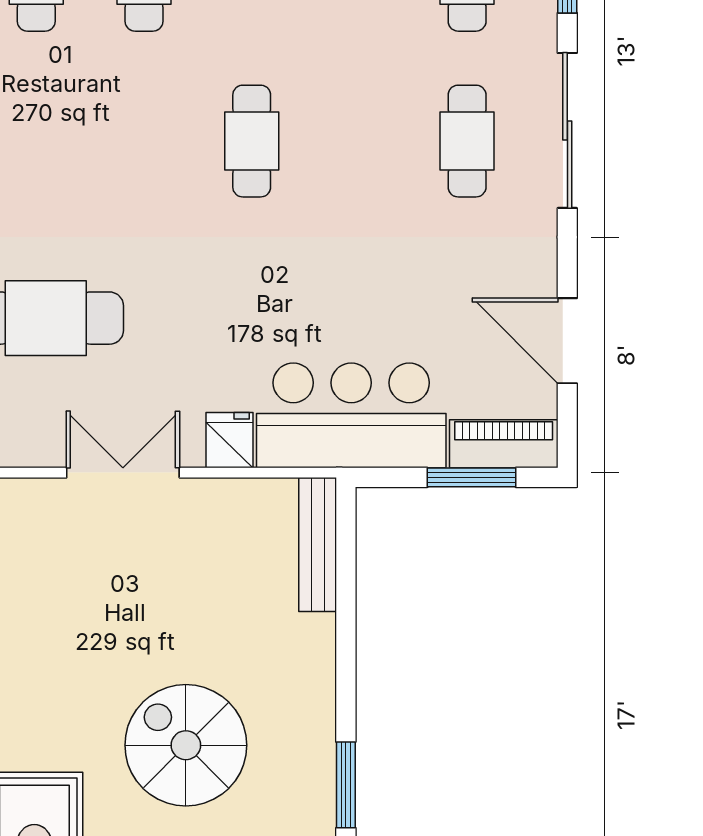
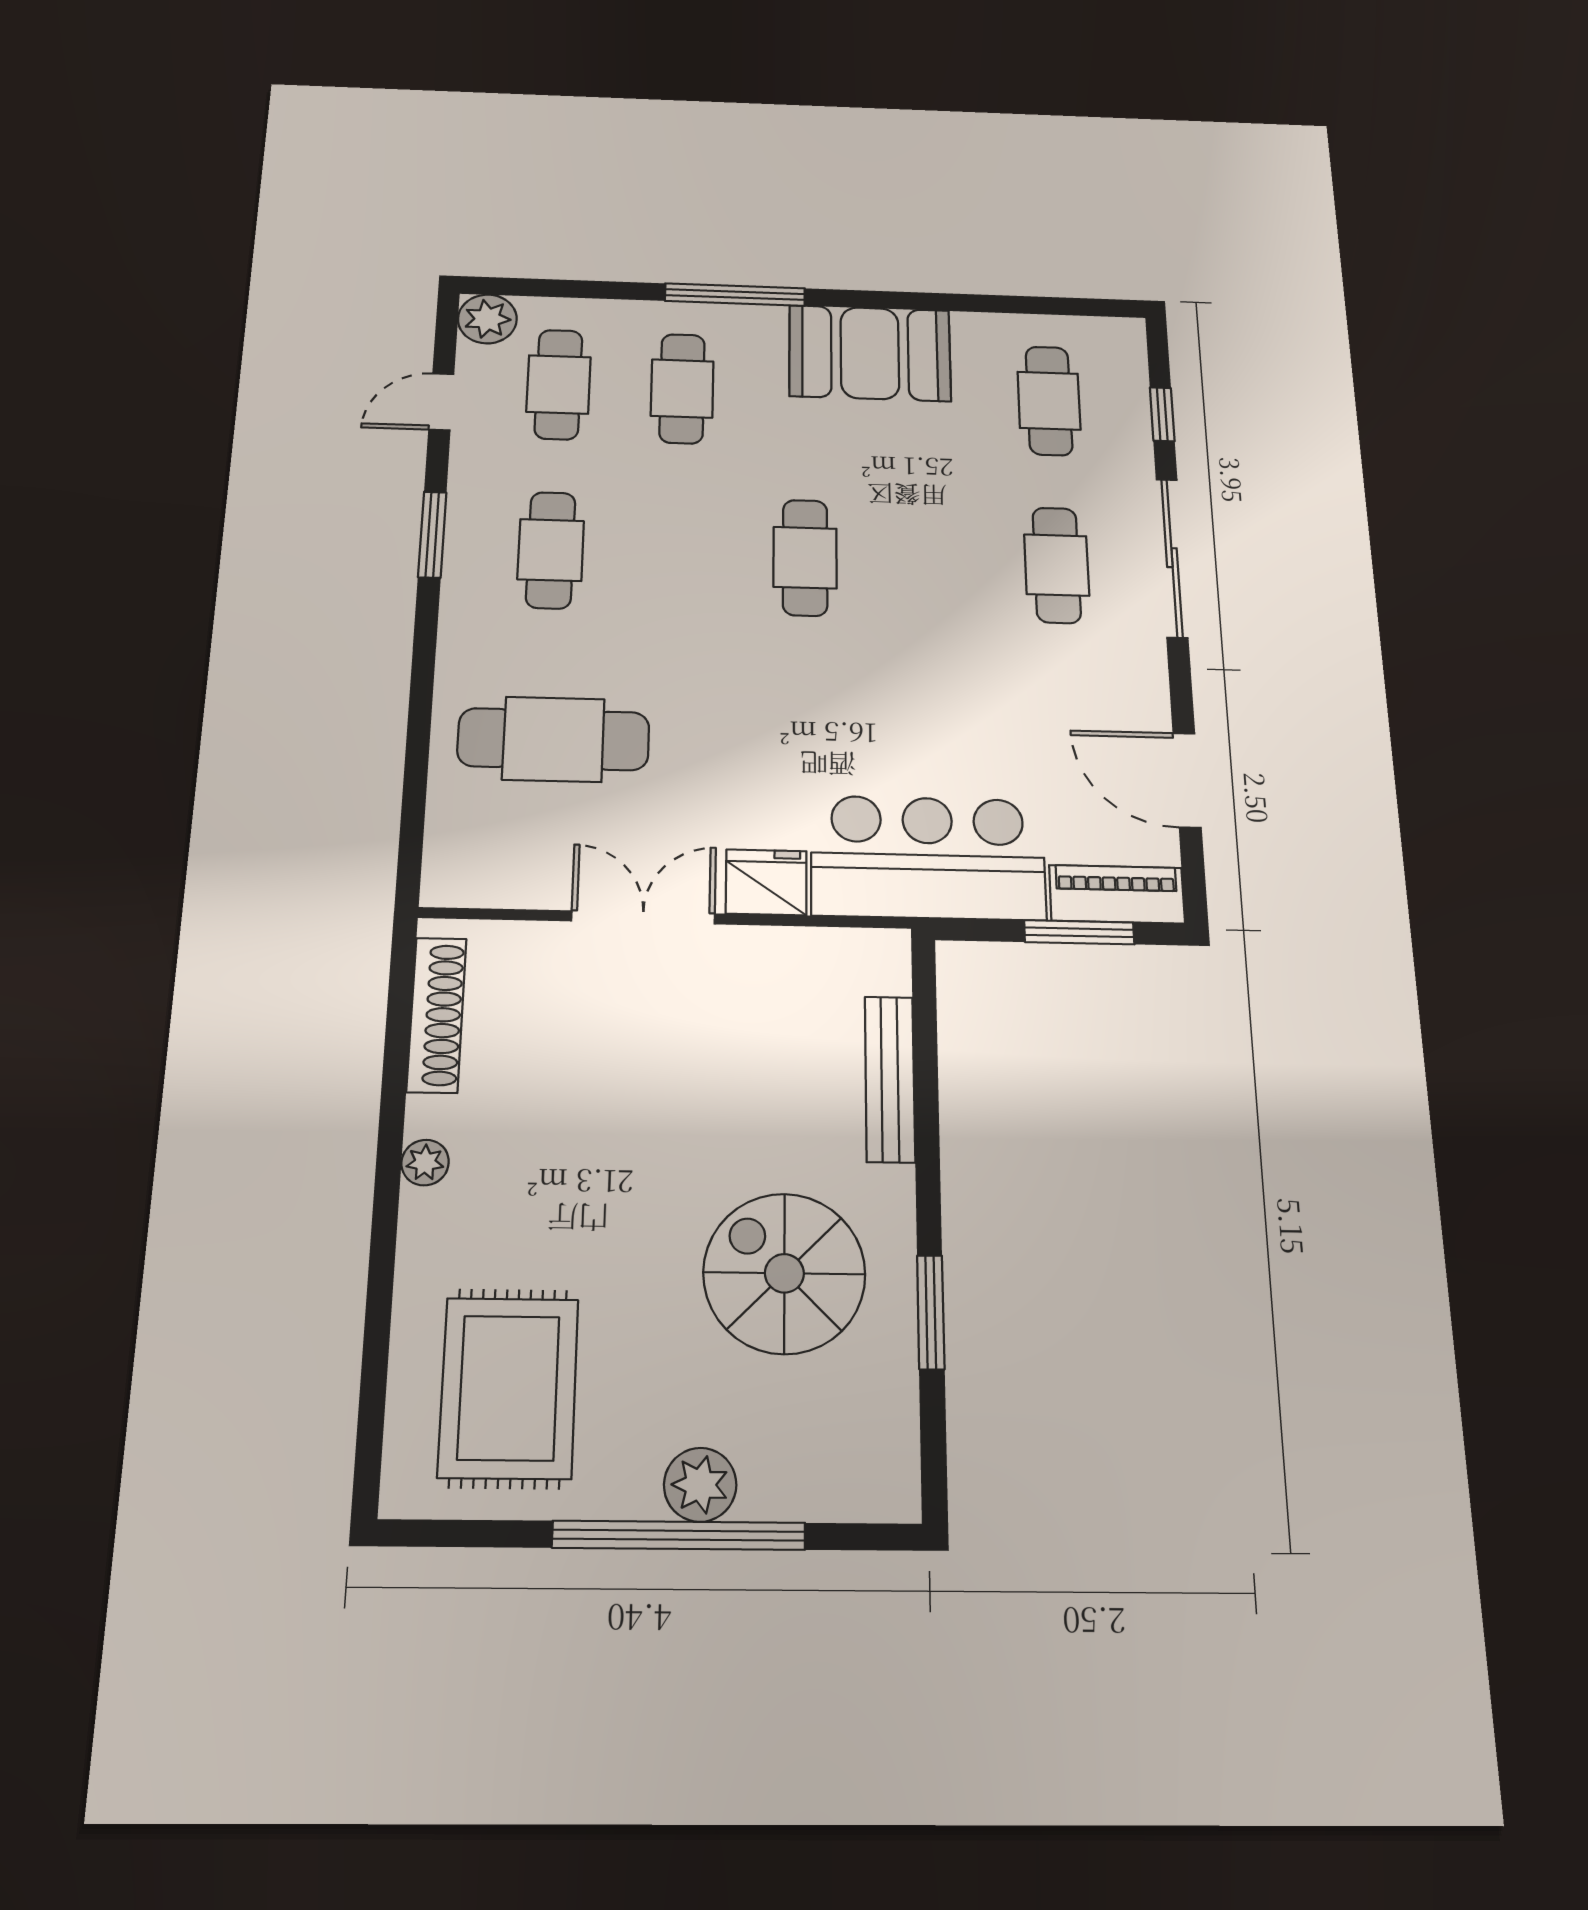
cafe table: (36, 141) -> (551, 550), added
fridge: (230, 440) -> (766, 882), width x1.38
bench: (318, 544) -> (890, 1079), moved
spiral stairs: (186, 745) -> (784, 1273), moved

